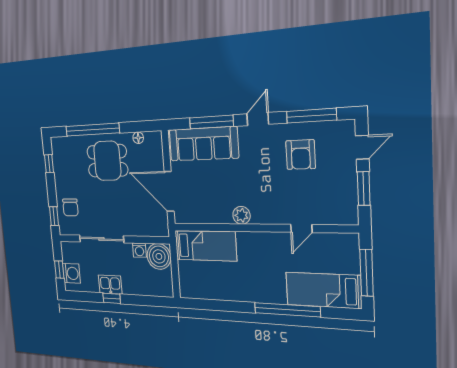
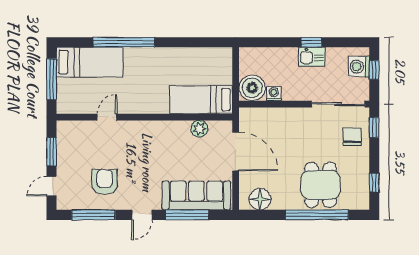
floor lamp: (138, 138) -> (260, 199), width x1.89, depth x1.89
dining table: (107, 161) -> (321, 185), moved, turned 90
plant: (241, 215) -> (199, 129), moved
sliding door: (101, 239) -> (338, 104), moved

